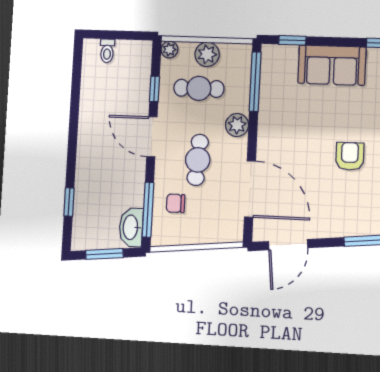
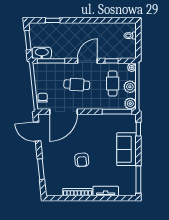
plant: (237, 125) -> (130, 104), moved
armchair: (350, 156) -> (82, 160), turned 85
chair: (176, 203) -> (43, 98), moved

